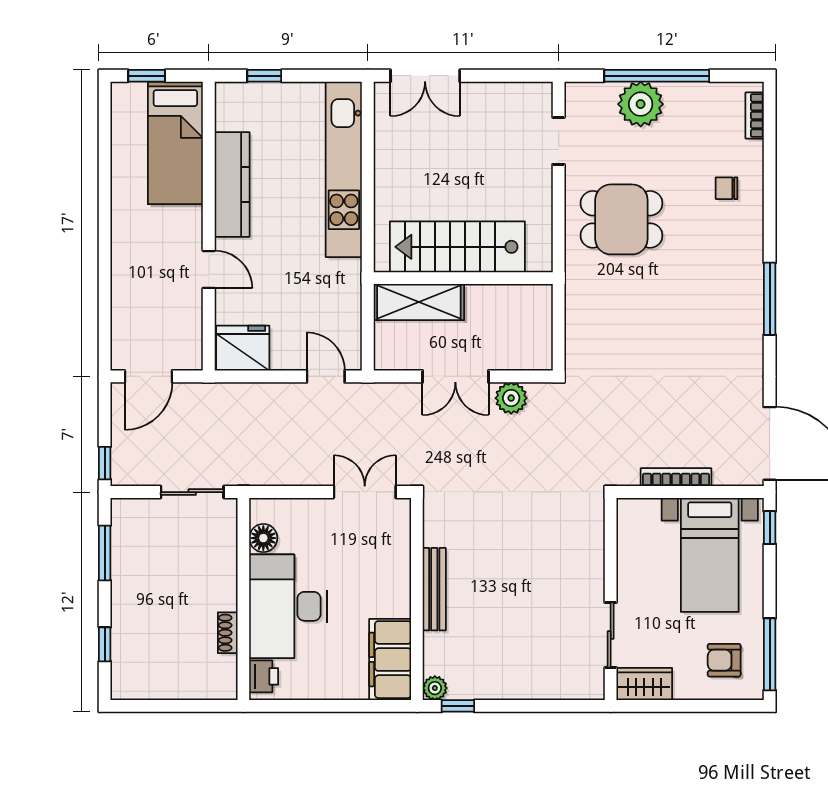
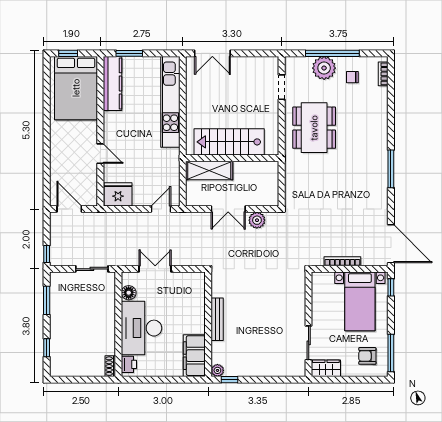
window: (264, 76) -> (129, 53), width x1.50
bed: (175, 143) -> (76, 88), width x1.50
kitchen counter: (232, 185) -> (112, 83), moved
chair: (727, 188) -> (352, 77), moved
dining table: (621, 219) -> (314, 128), width x1.38
door: (148, 376) -> (69, 209), swing flipped
door: (326, 376) -> (161, 209), hinge flipped
double door: (365, 492) -> (155, 269), moved
shoe rack: (228, 633) -> (110, 366), moved

